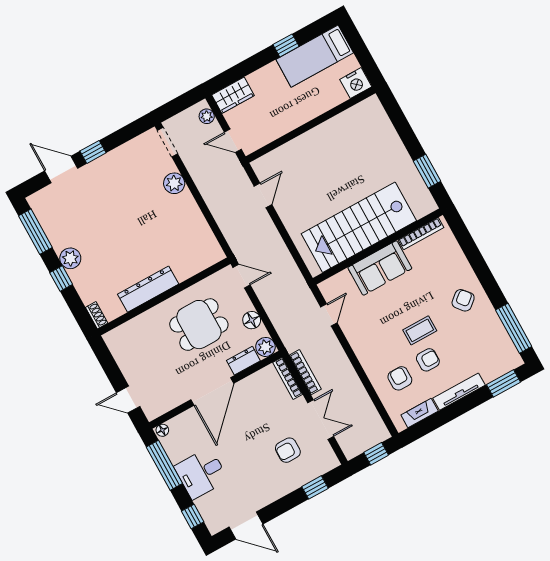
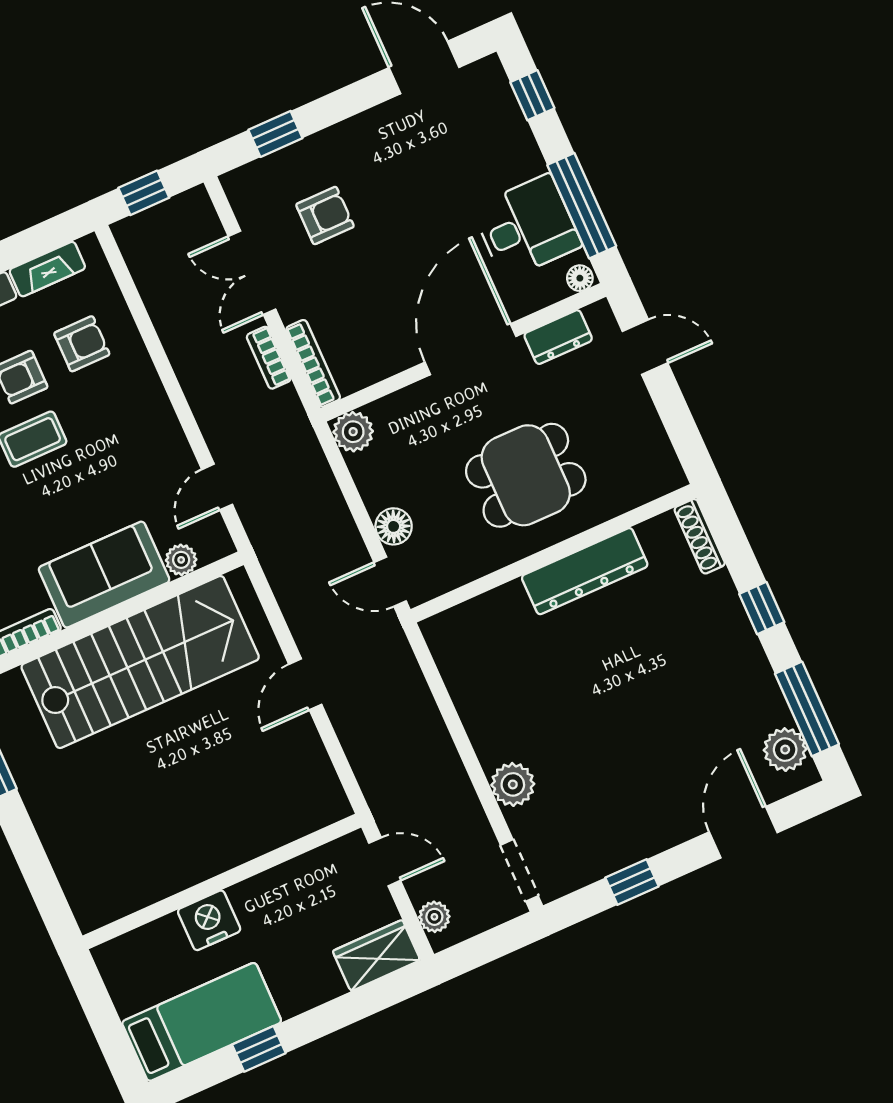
nightstand: (356, 83) -> (209, 920), moved
window: (93, 152) -> (632, 882), moved
door: (61, 170) -> (743, 832), swing flipped
door: (263, 195) -> (305, 684), moved
plant: (70, 258) -> (785, 750), moved
plant: (343, 278) -> (181, 560), added
shoe rack: (97, 315) -> (700, 536), width x1.43
floor lamp: (252, 320) -> (394, 526), moved
dining table: (199, 325) -> (526, 475), moved
dresser: (243, 361) -> (558, 337), moved
bookcase: (305, 372) -> (269, 358), width x0.64
armchair: (400, 378) -> (82, 344), turned -90
desk: (201, 473) -> (527, 227), moved

